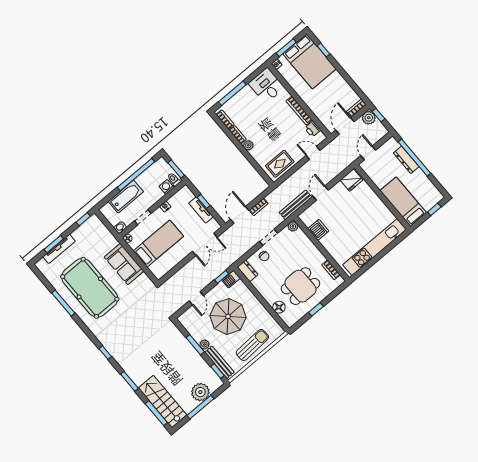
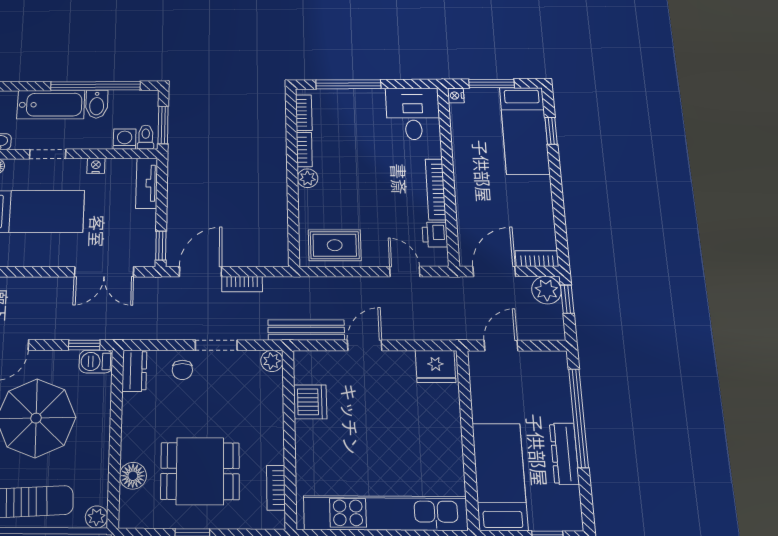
bed: (310, 61) -> (525, 131), width x0.67
dresser: (406, 160) -> (564, 454), moved
bidet: (143, 182) -> (97, 104), added
window: (204, 201) -> (161, 246), moved
tv unit: (201, 210) -> (147, 183), moved
plant: (279, 331) -> (97, 517), added

